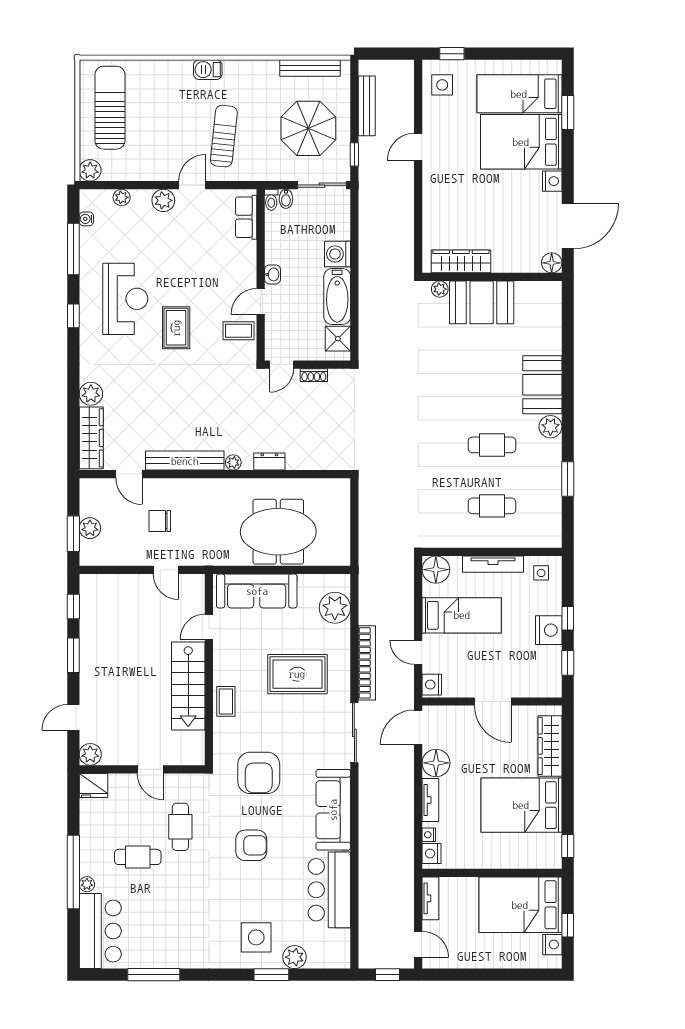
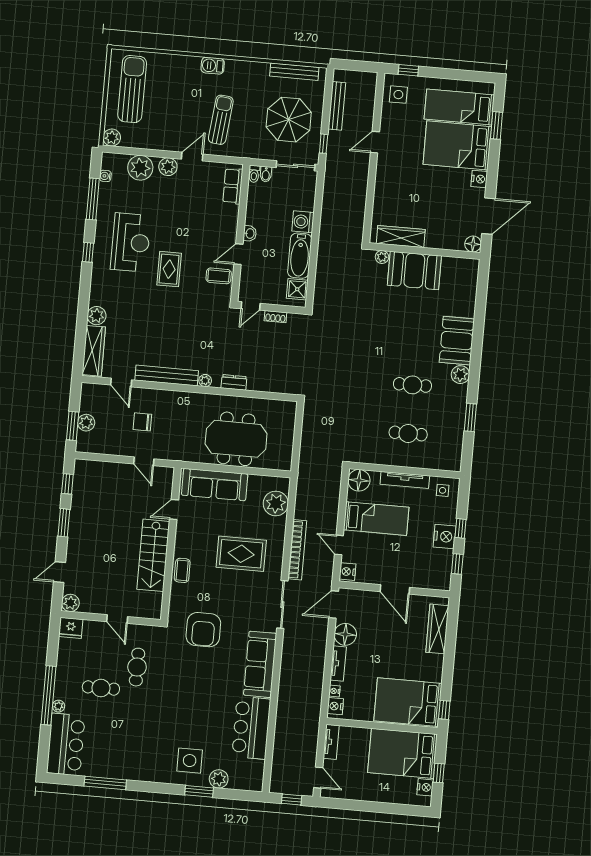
plant: (122, 197) -> (140, 168), width x1.88, depth x1.88
bed: (521, 805) -> (408, 702), moved
armchair: (251, 845) -> (192, 687), removed

